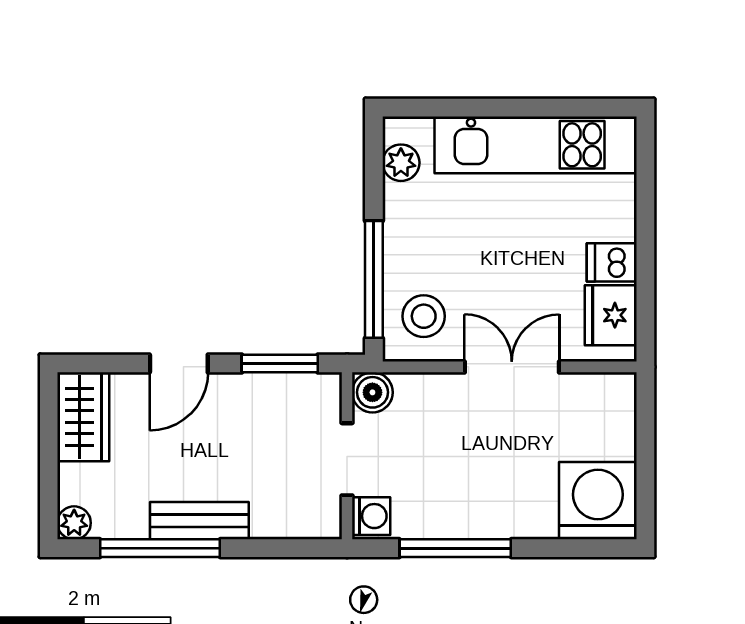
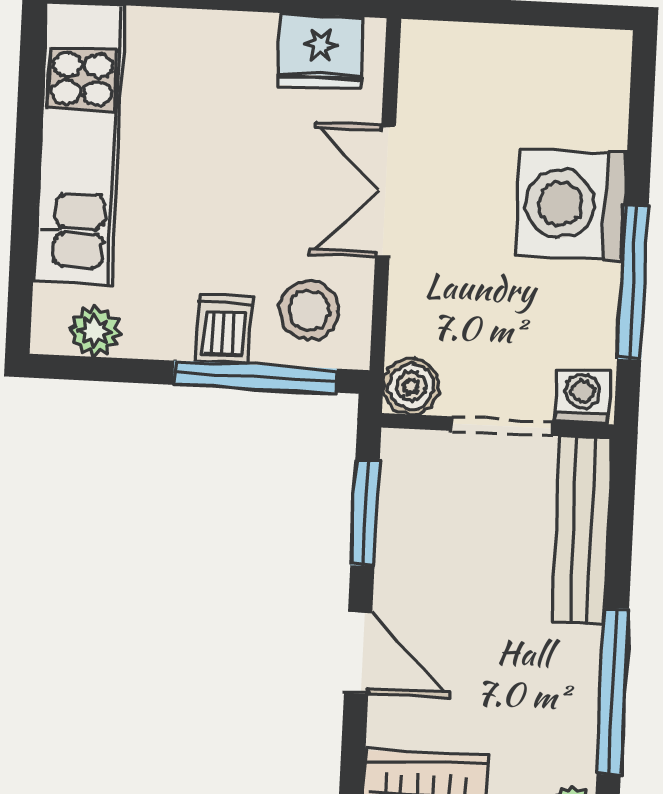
dishwasher: (612, 262) -> (224, 329), moved, turned 180
washing machine: (598, 501) -> (571, 204), moved
bench: (199, 521) -> (583, 531), moved, width x1.36

